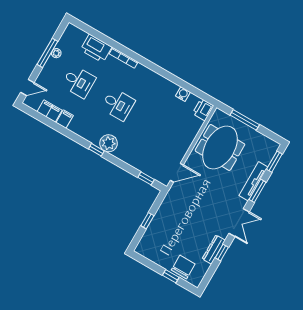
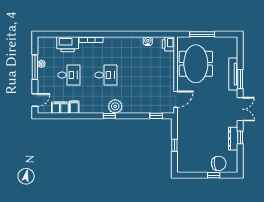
window: (274, 162) -> (240, 52), removed
chair: (183, 267) -> (219, 163), turned 84

